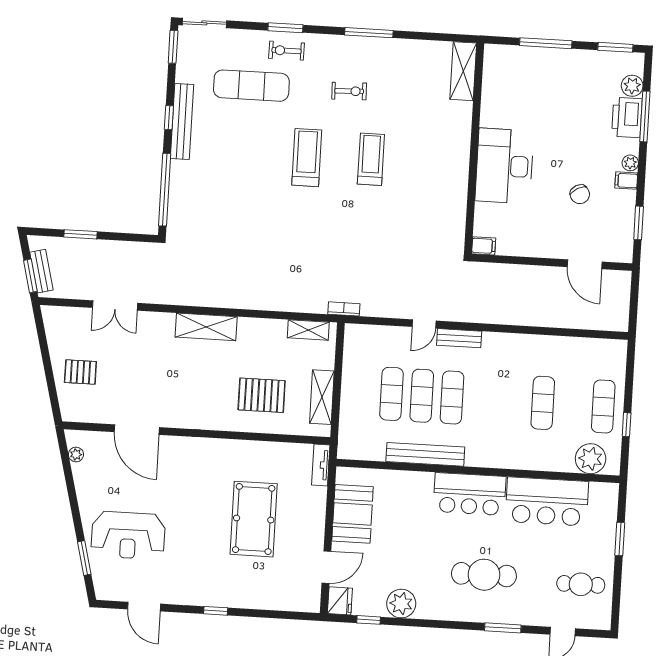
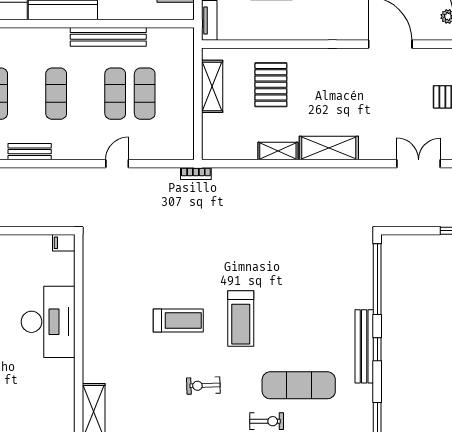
treadmill: (371, 159) -> (178, 321), turned -90
shelving: (308, 330) -> (278, 151), moved
bench: (459, 338) -> (30, 152), moved
pallet: (262, 395) -> (271, 85), turned 90
exercise mat: (452, 397) -> (56, 94), moved

